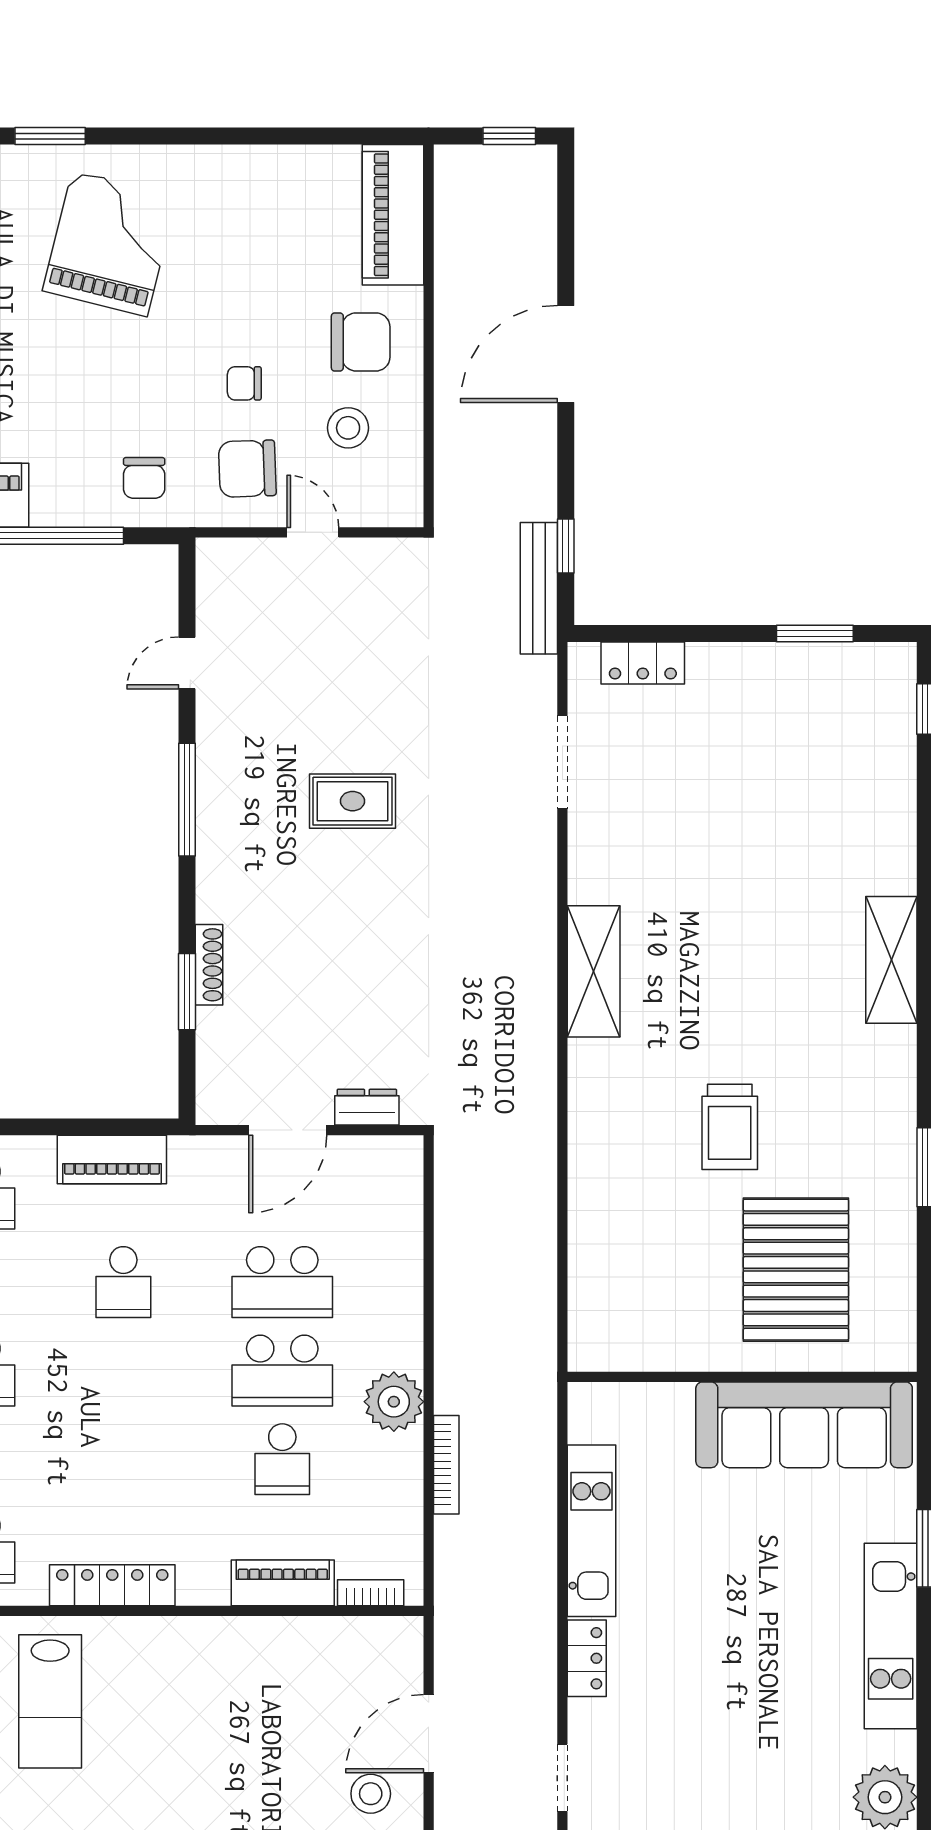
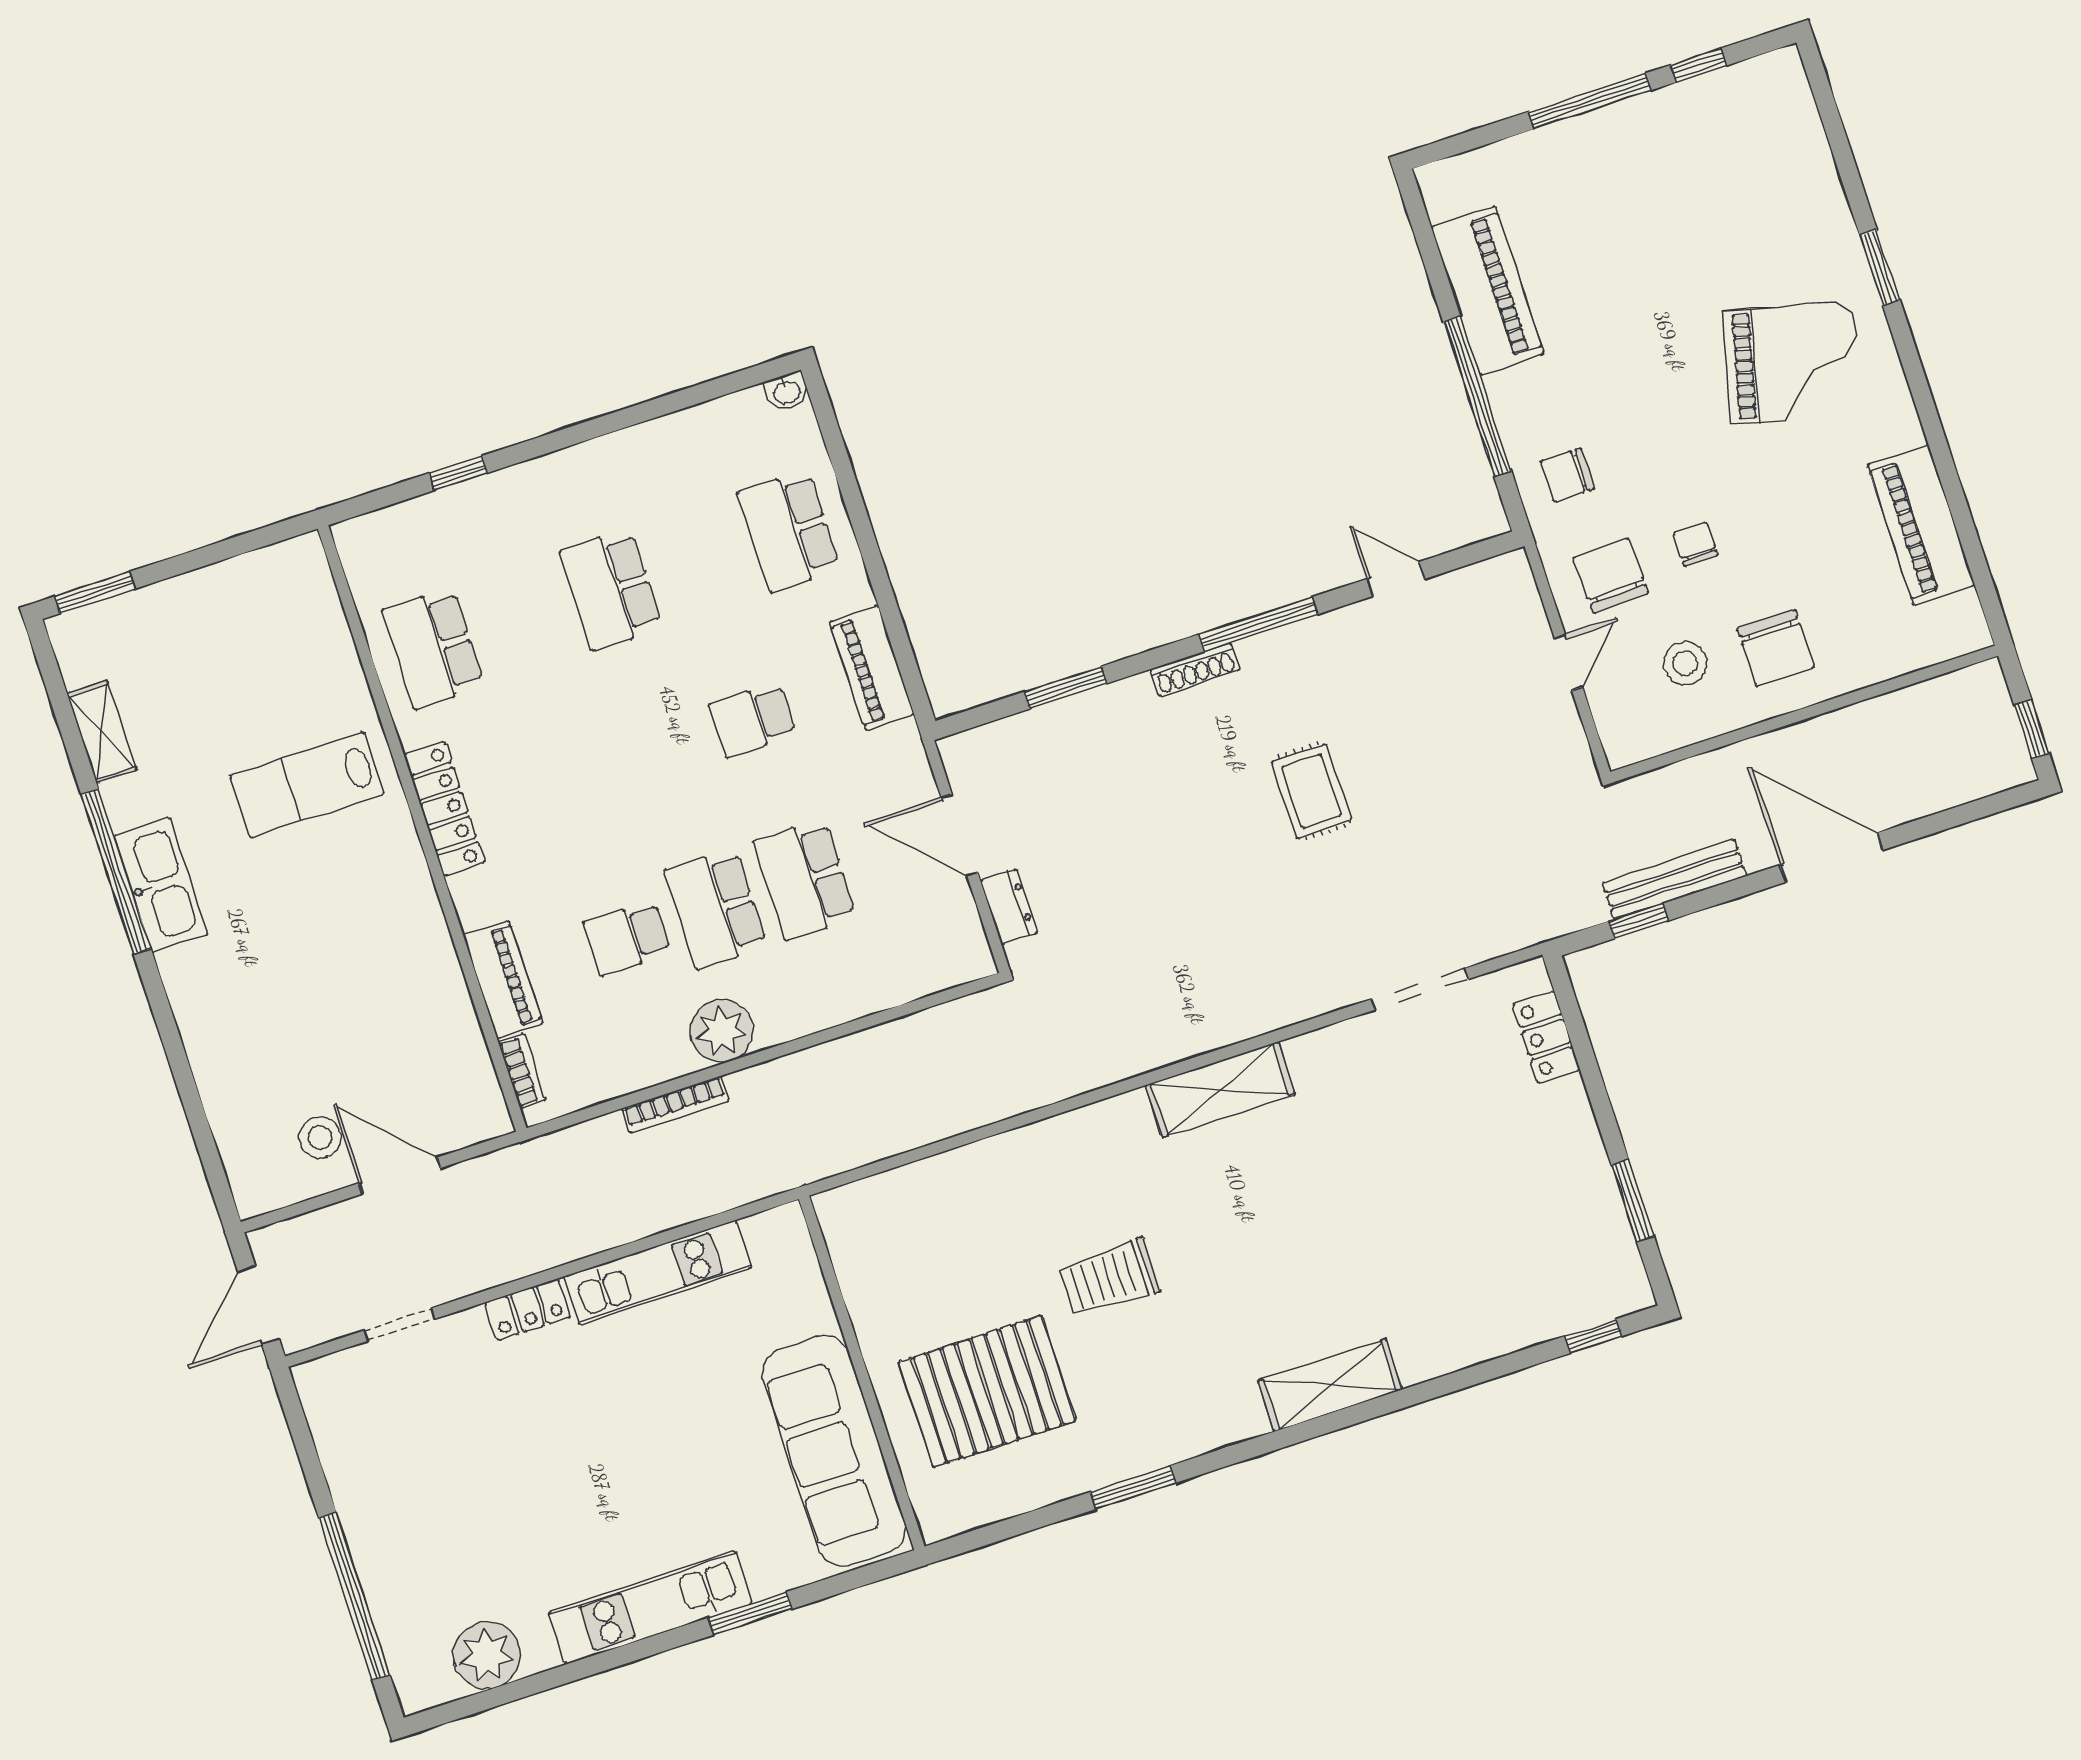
piano: (393, 215) -> (1921, 525), moved, turned -90
bench: (539, 588) -> (1674, 879), moved
shoe rack: (209, 965) -> (1195, 670), moved

